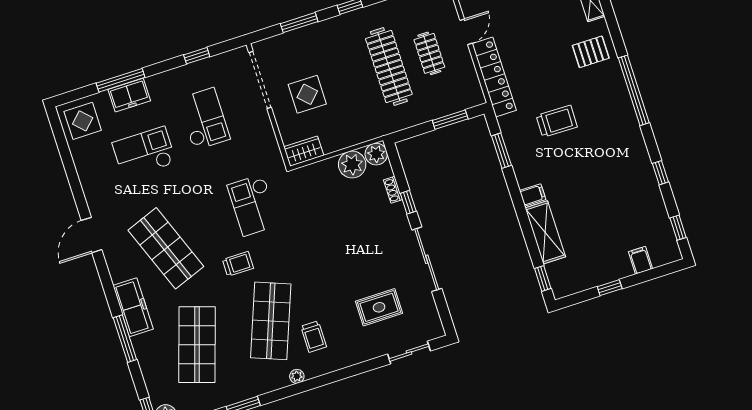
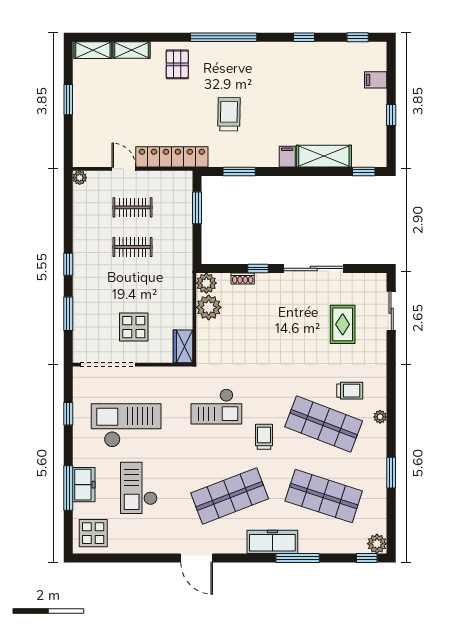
clothes rail: (389, 67) -> (133, 247), width x0.54, depth x0.76
checkout: (204, 119) -> (126, 425), width x1.36, depth x1.21

